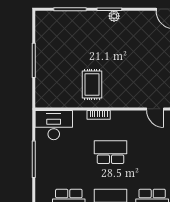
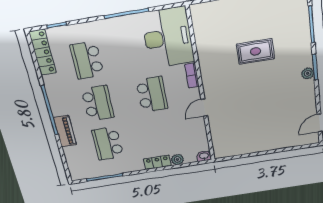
rug: (92, 84) -> (255, 51), moved
door: (155, 109) -> (204, 108), moved
desk: (54, 125) -> (168, 38), width x1.36, depth x1.30

